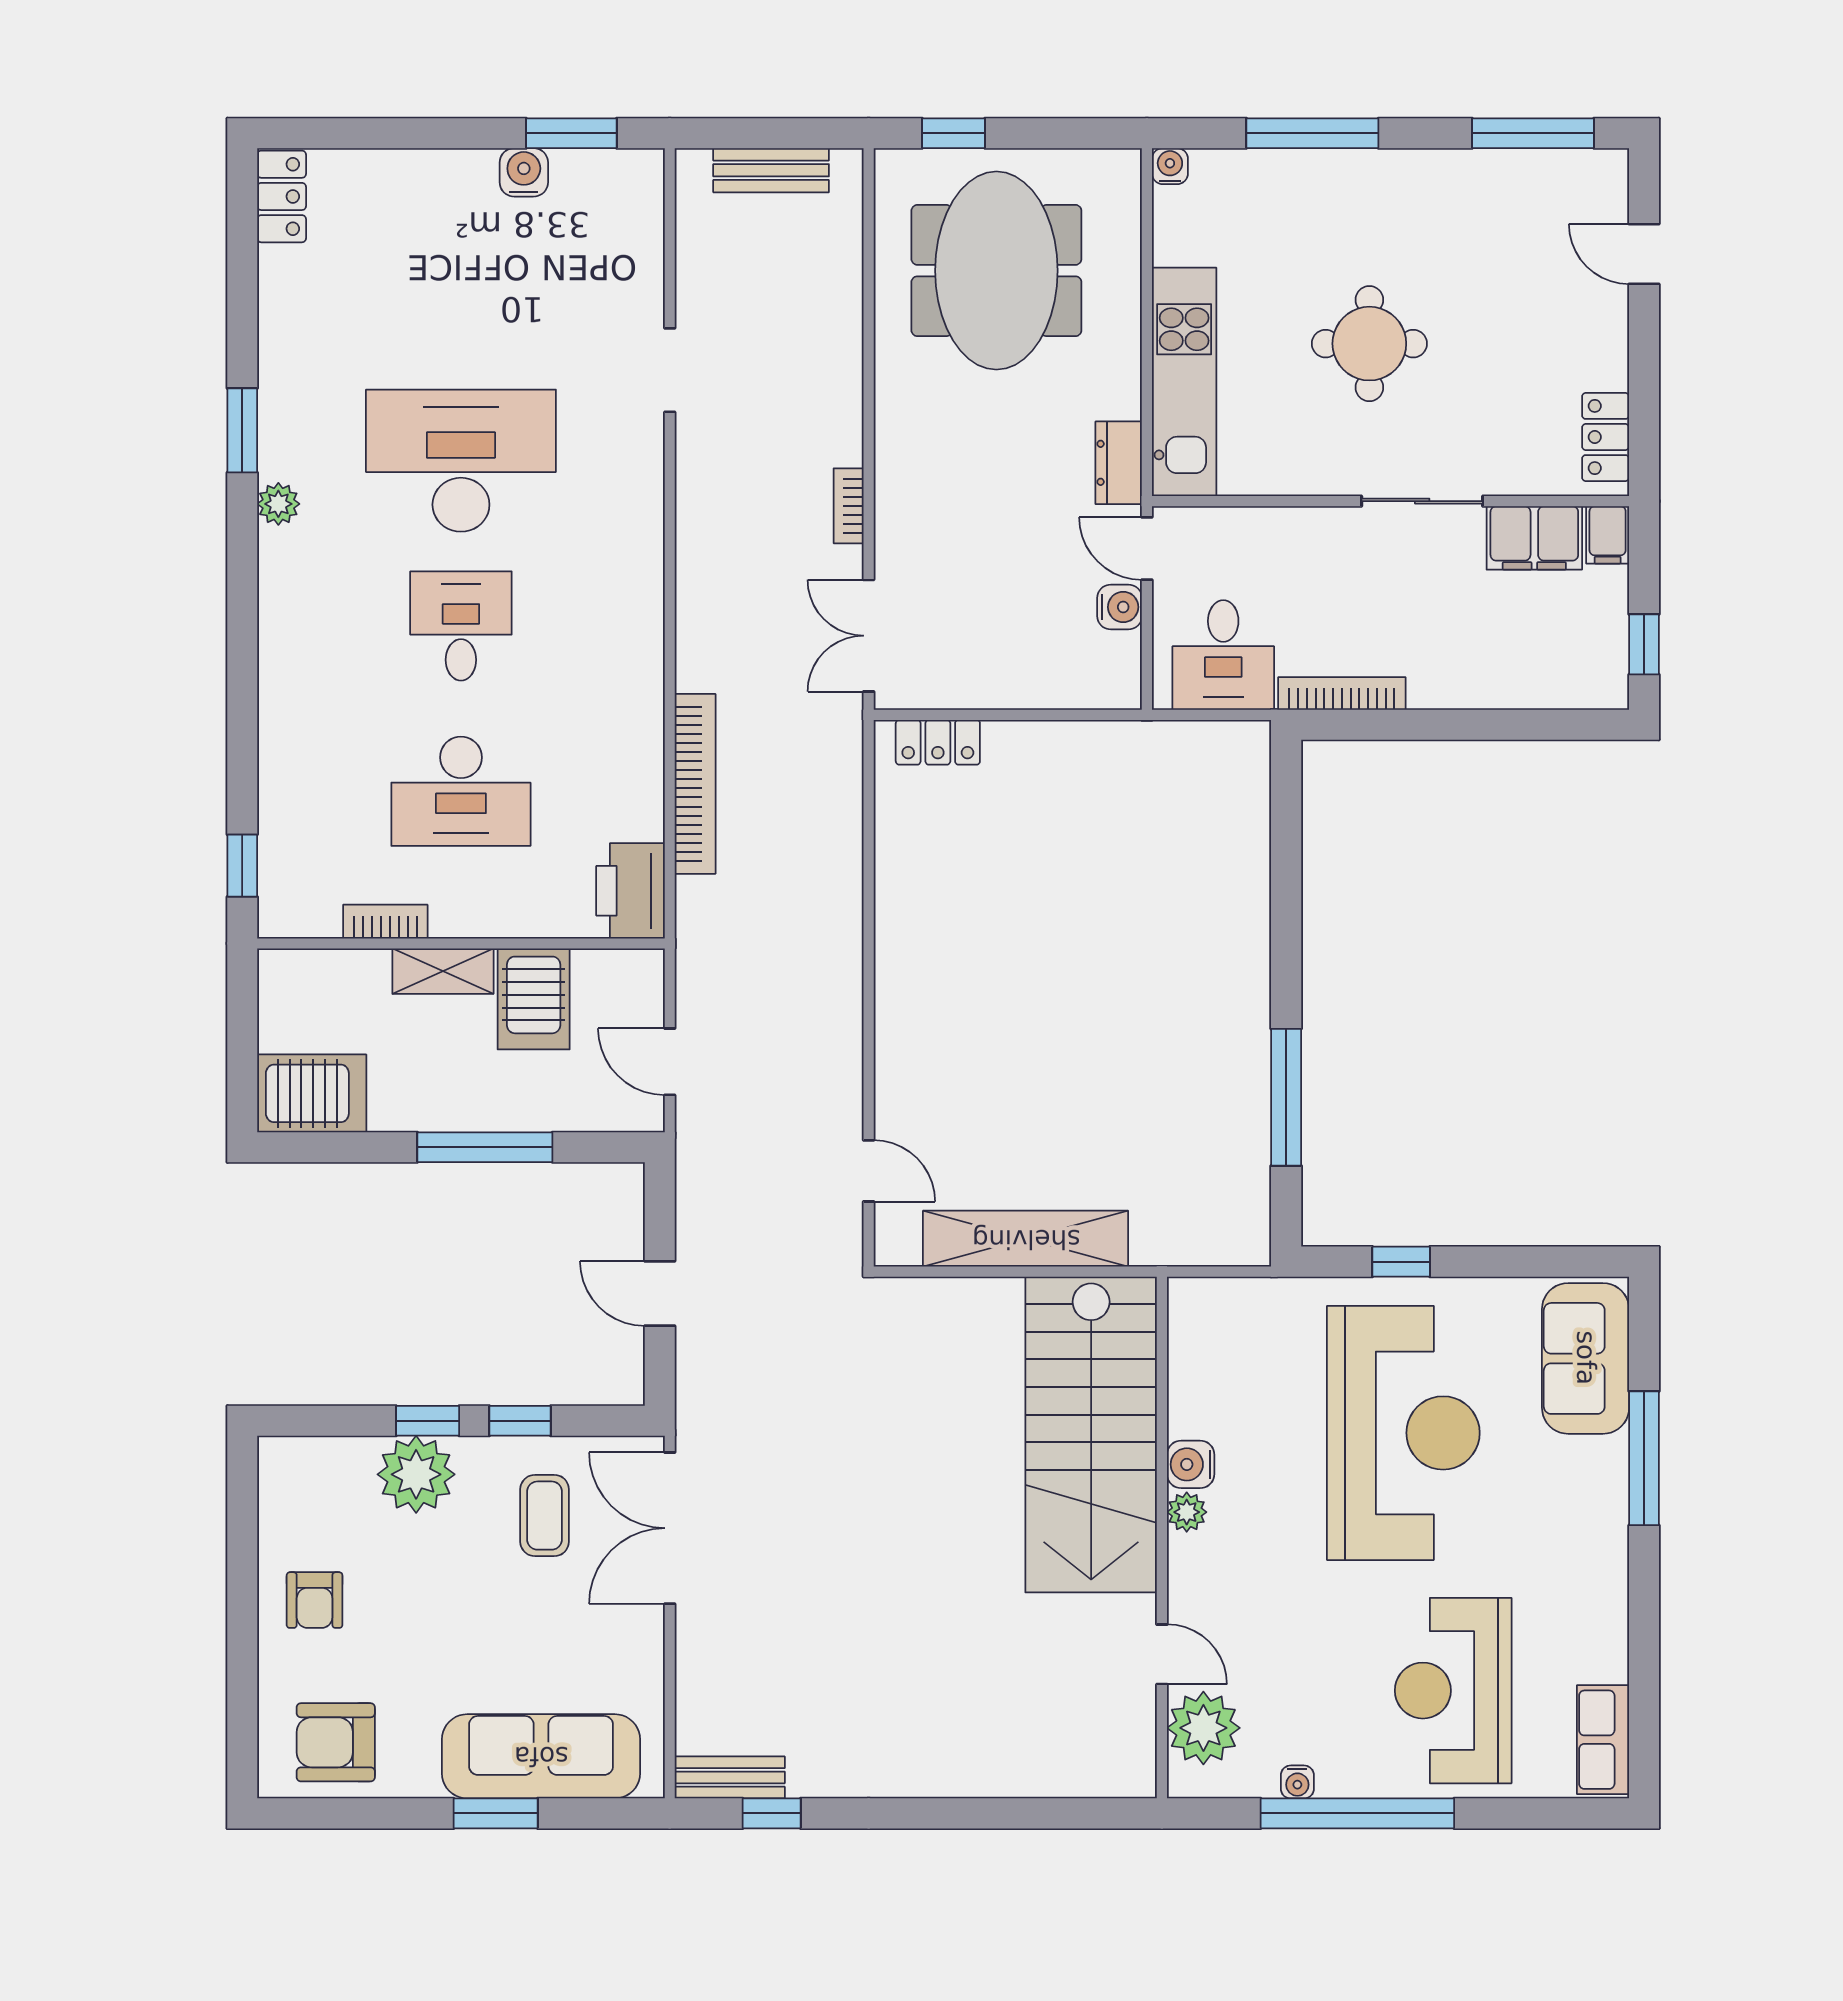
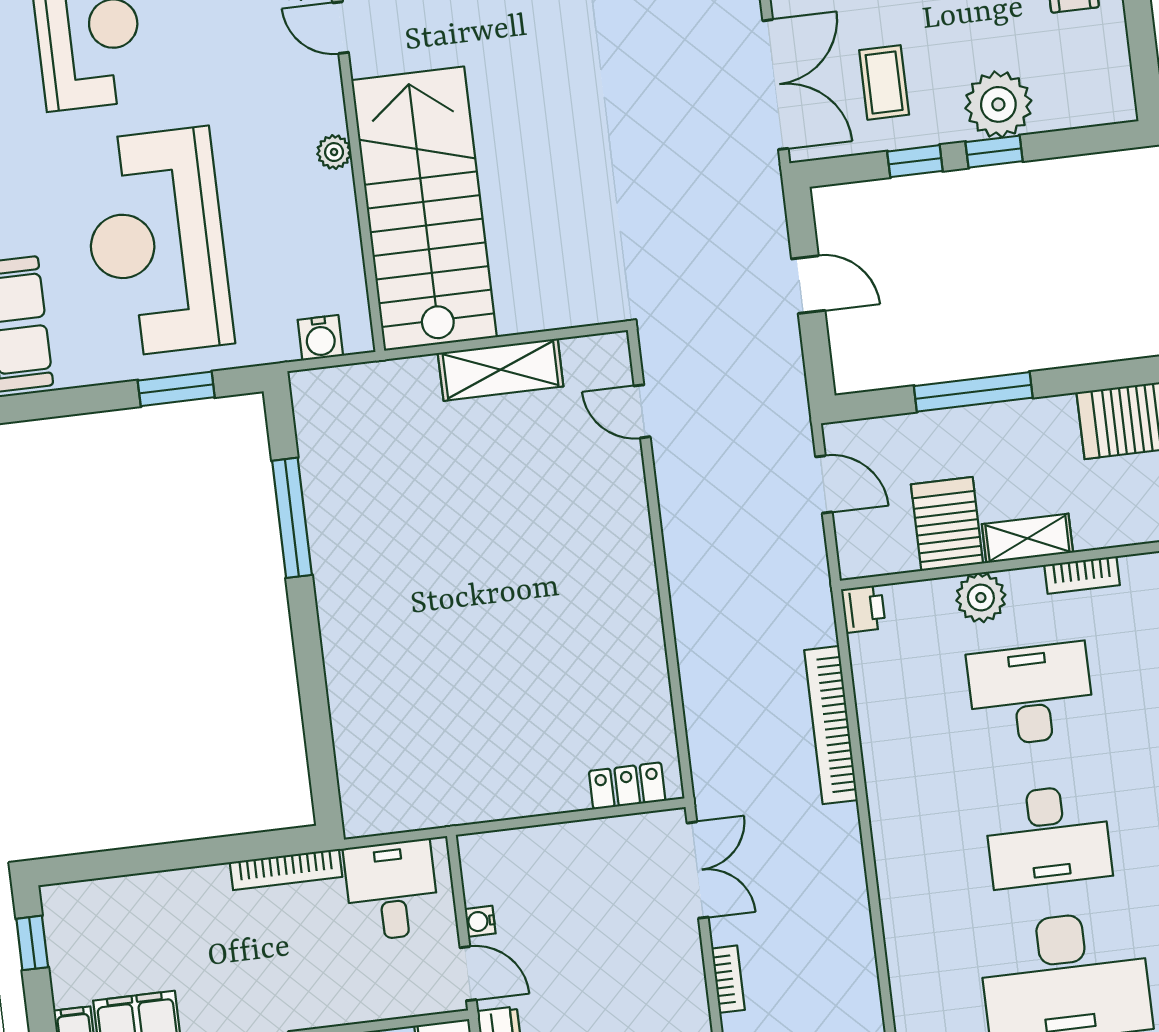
water cooler: (1120, 607) -> (480, 921), width x0.72, depth x0.72
desk: (461, 626) -> (1048, 836), width x1.37
printer: (630, 891) -> (863, 609), width x0.53, depth x0.68
plant: (505, 910) -> (981, 598), added
shelving: (1026, 1239) -> (501, 370), width x0.68
window: (1401, 1262) -> (176, 389), width x1.50
water cooler: (1191, 1464) -> (320, 338), moved, turned 90

